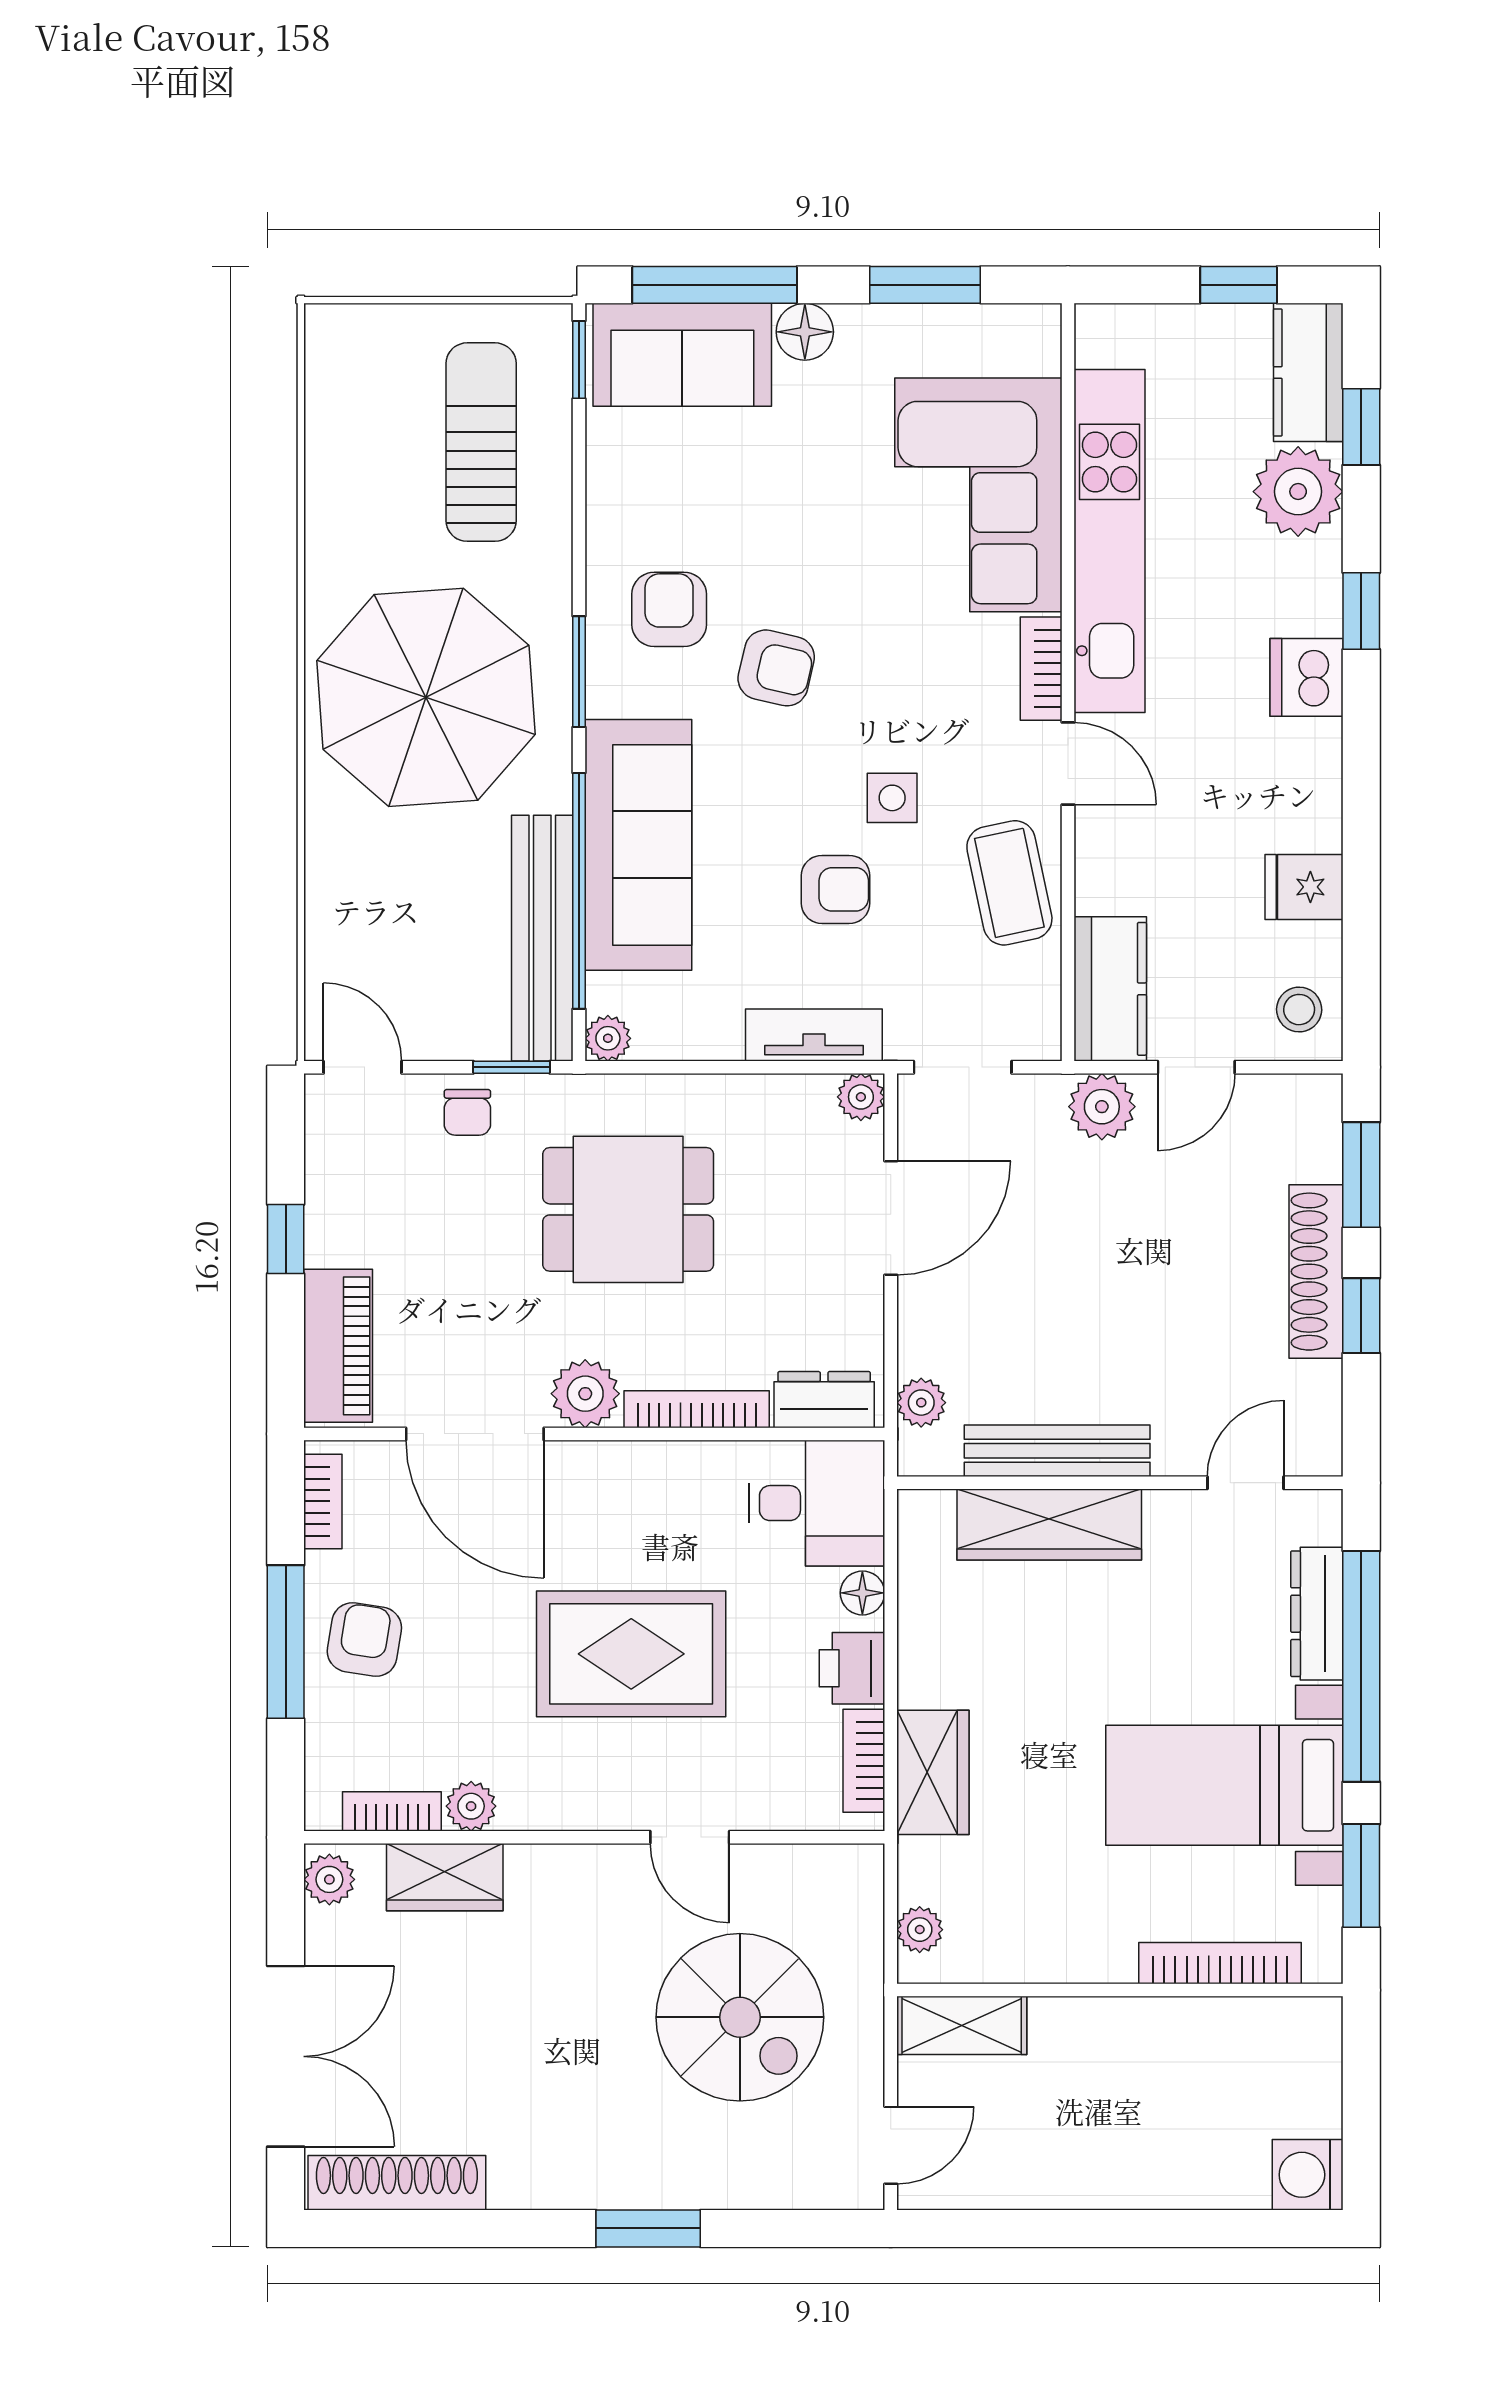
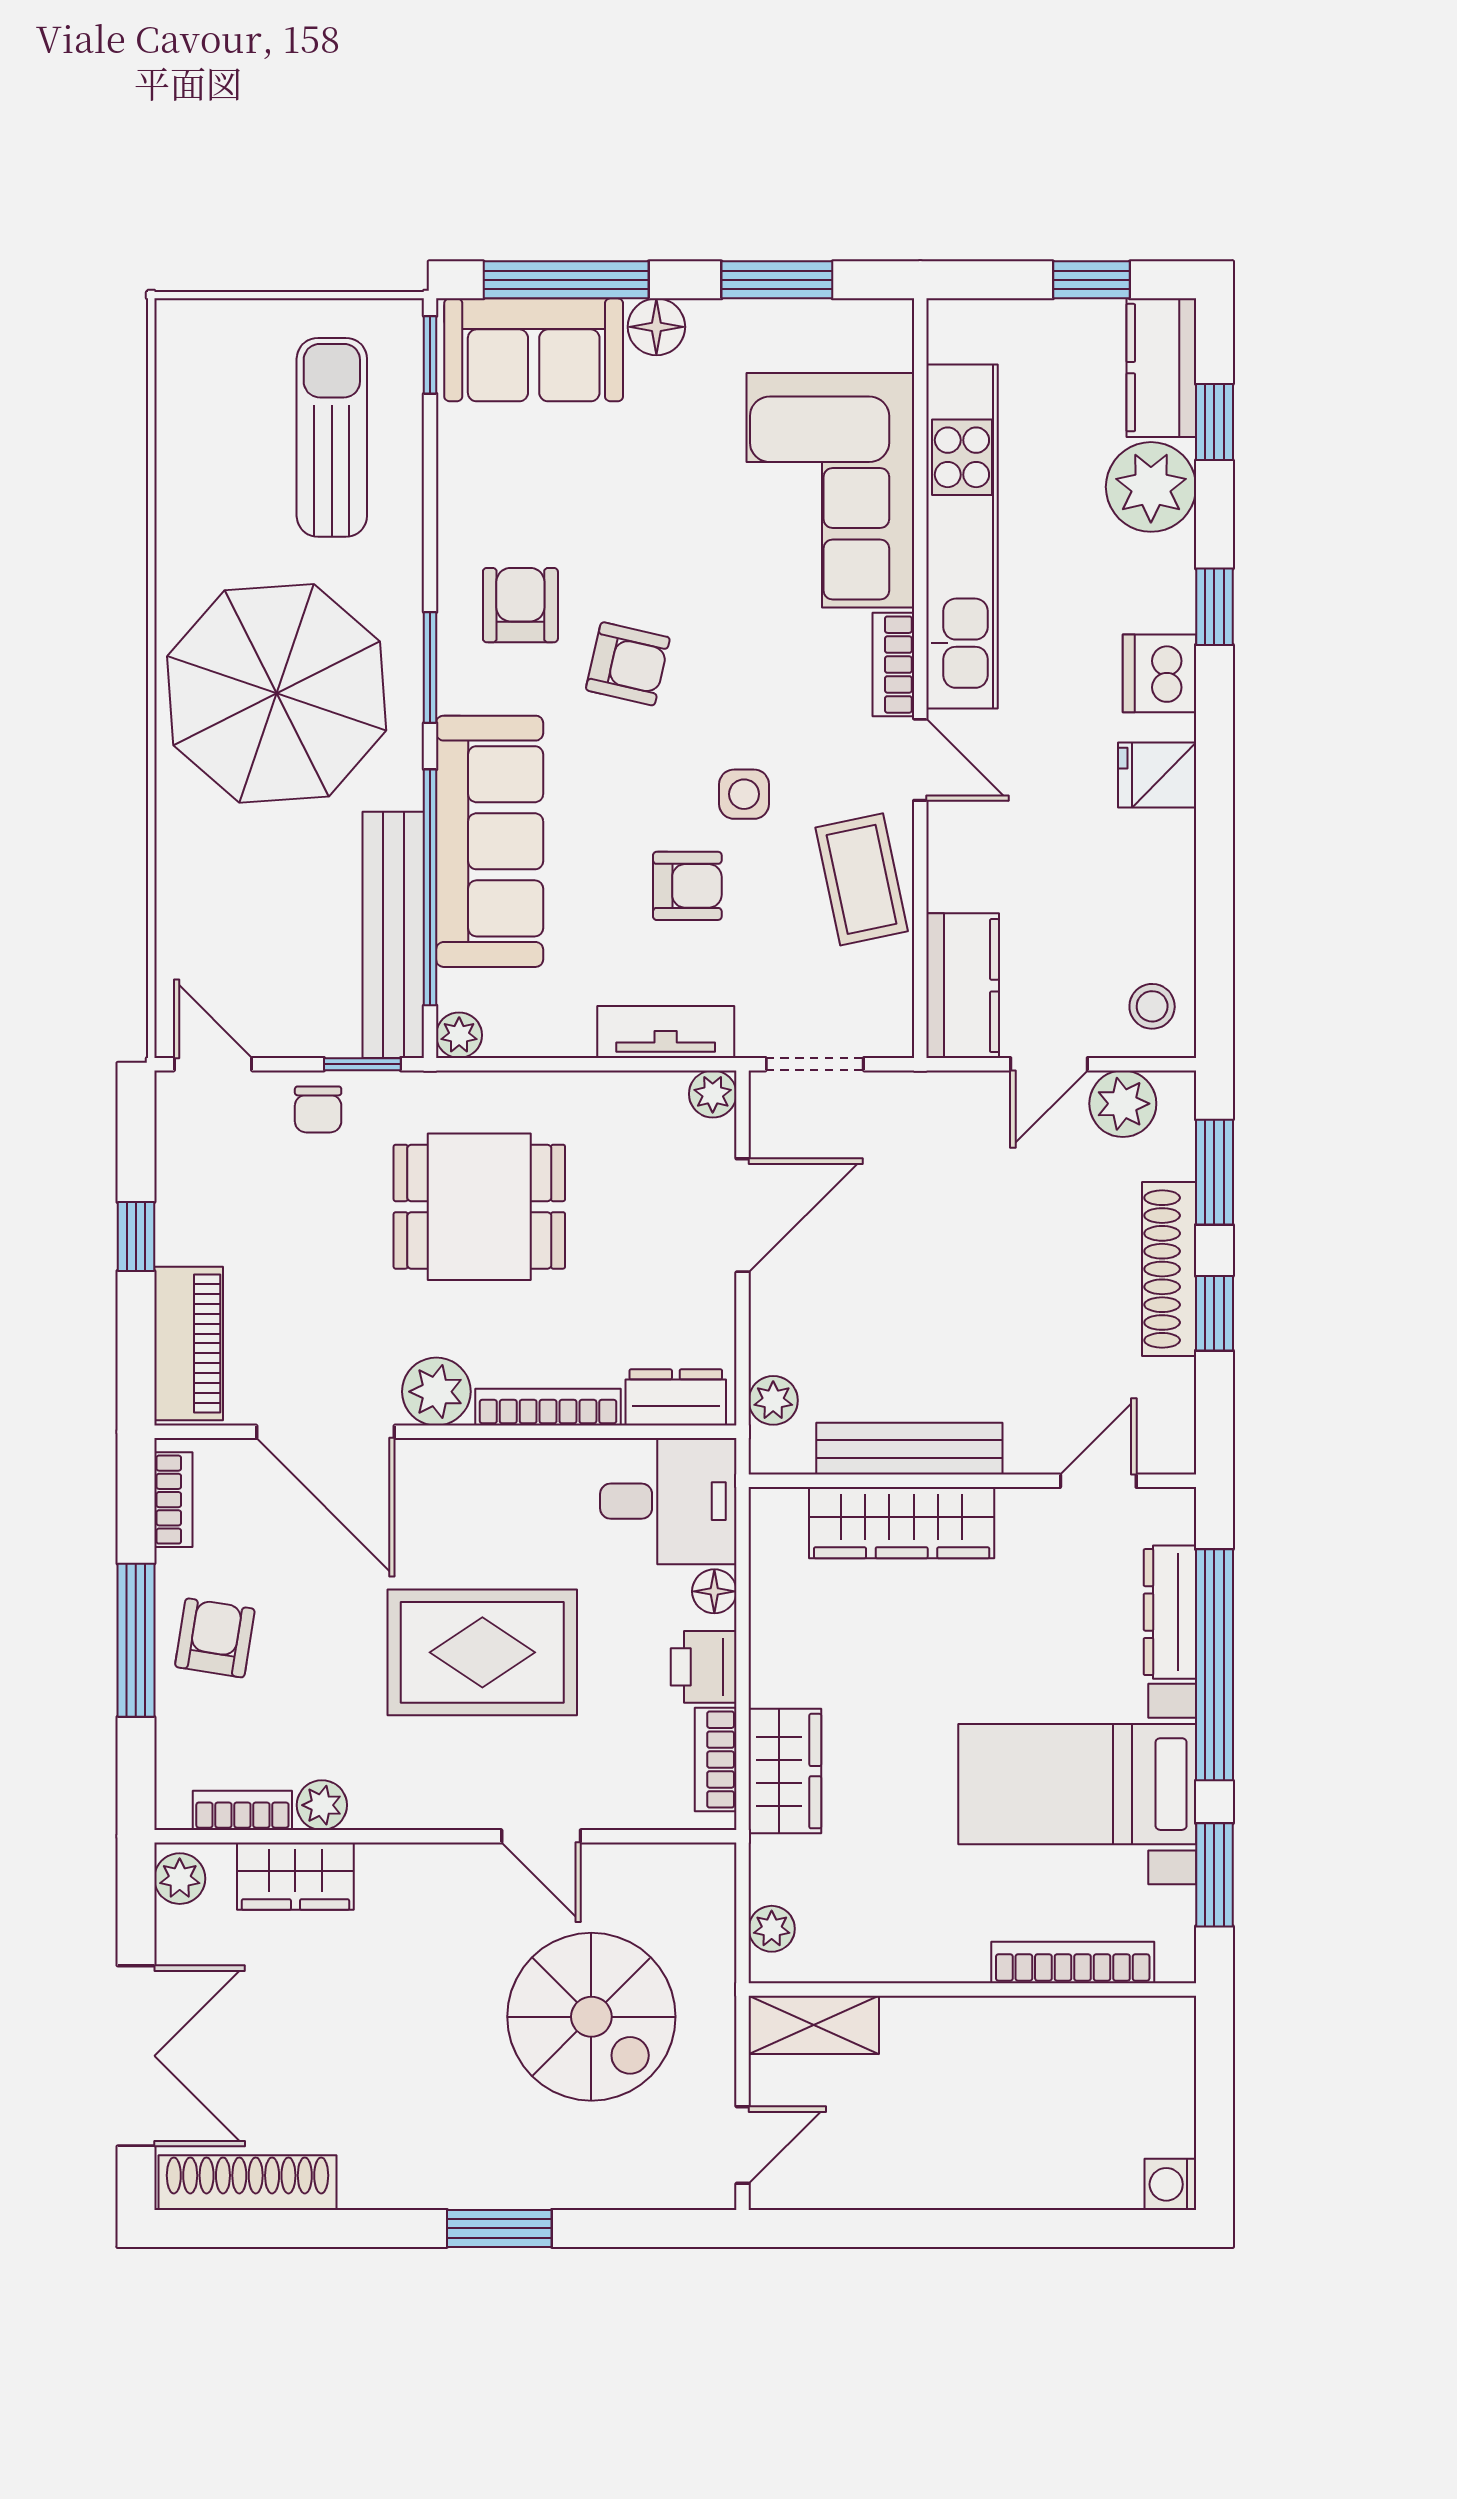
fridge: (1304, 887) -> (1157, 775), moved
plant: (1102, 1107) -> (1123, 1104), moved
washing machine: (1308, 2175) -> (1170, 2184), width x0.73, depth x0.73

